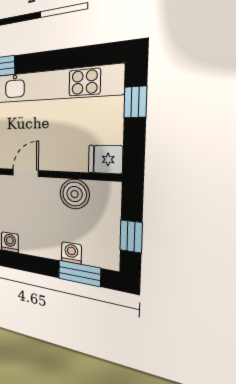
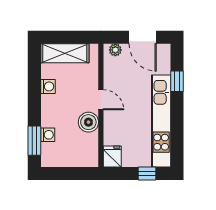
boiler: (75, 194) -> (88, 122), moved
window: (131, 236) -> (65, 173), removed

